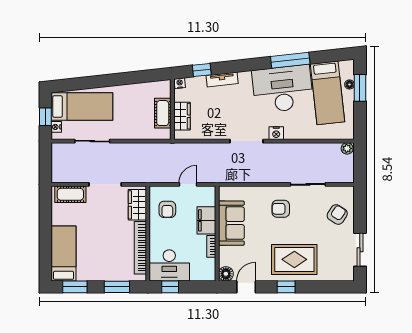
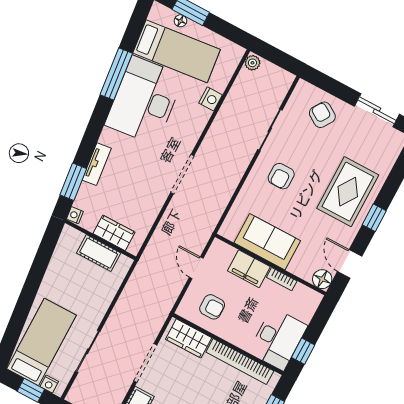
window: (202, 70) -> (73, 182), width x1.50
nightstand: (276, 133) -> (211, 99), moved

